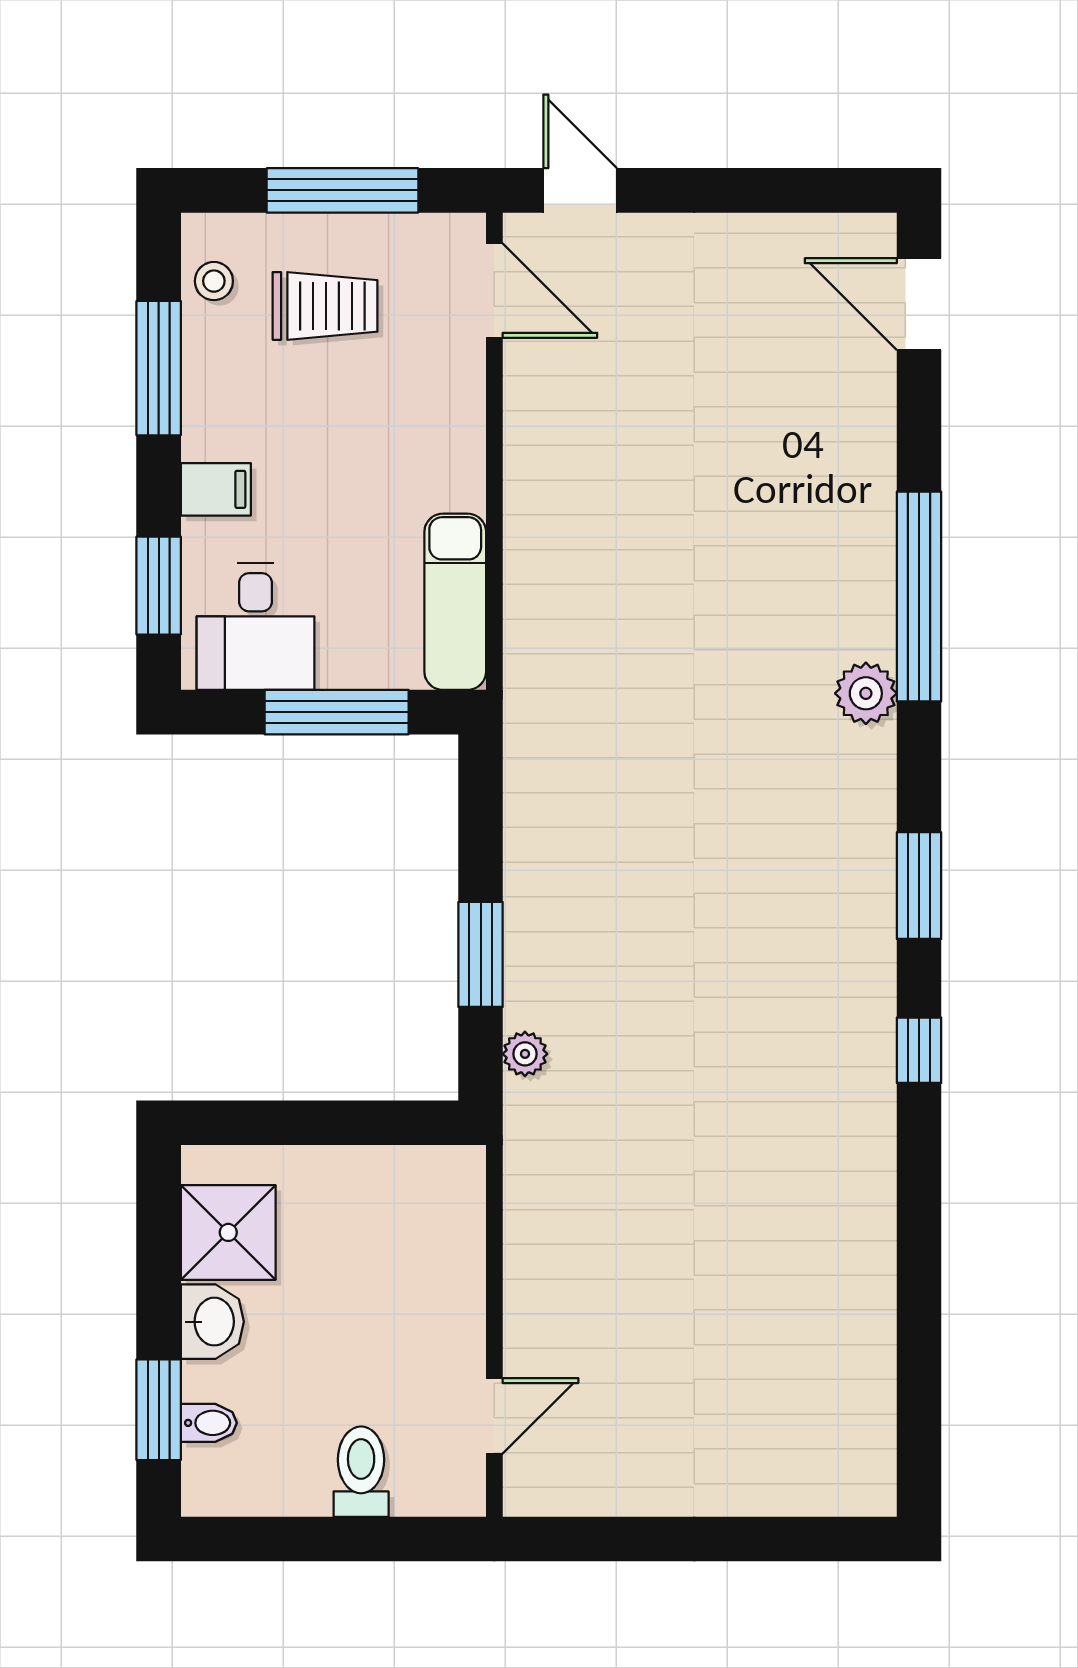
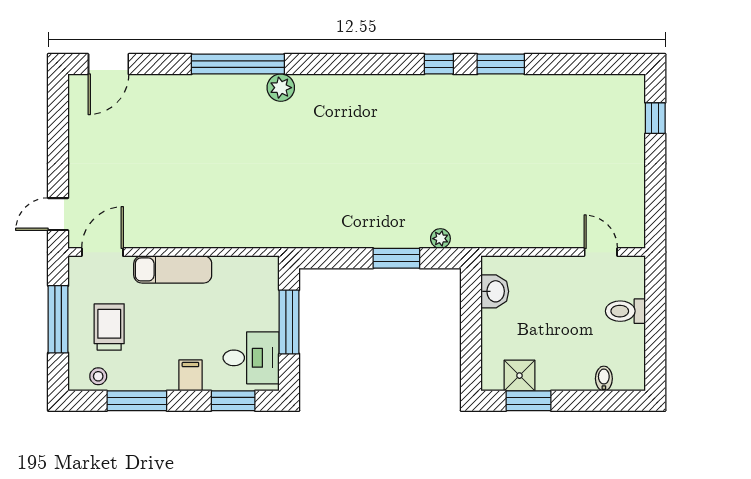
exam couch: (455, 602) -> (173, 269), moved
window: (919, 886) -> (501, 64), moved
shower: (228, 1232) -> (519, 376), width x0.73, depth x0.73
washbasin: (212, 1322) -> (495, 291), moved, turned 90
window: (159, 1410) -> (528, 401), moved
window: (797, 1539) -> (655, 118), added

